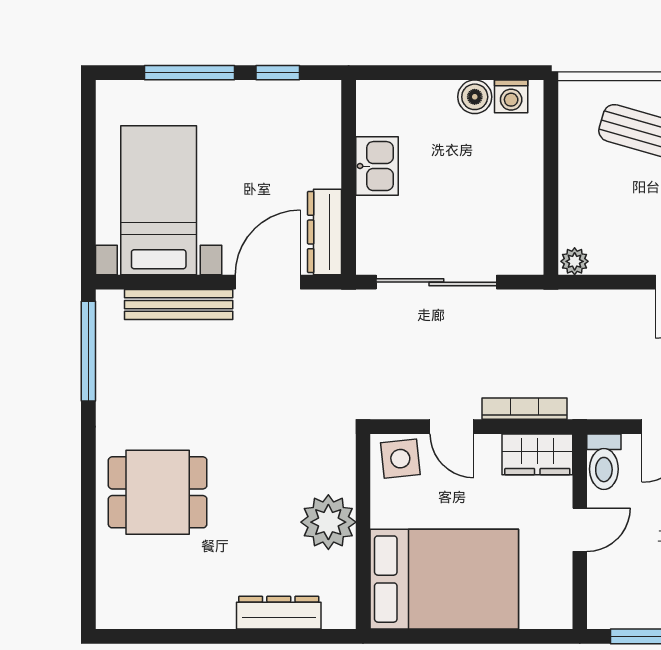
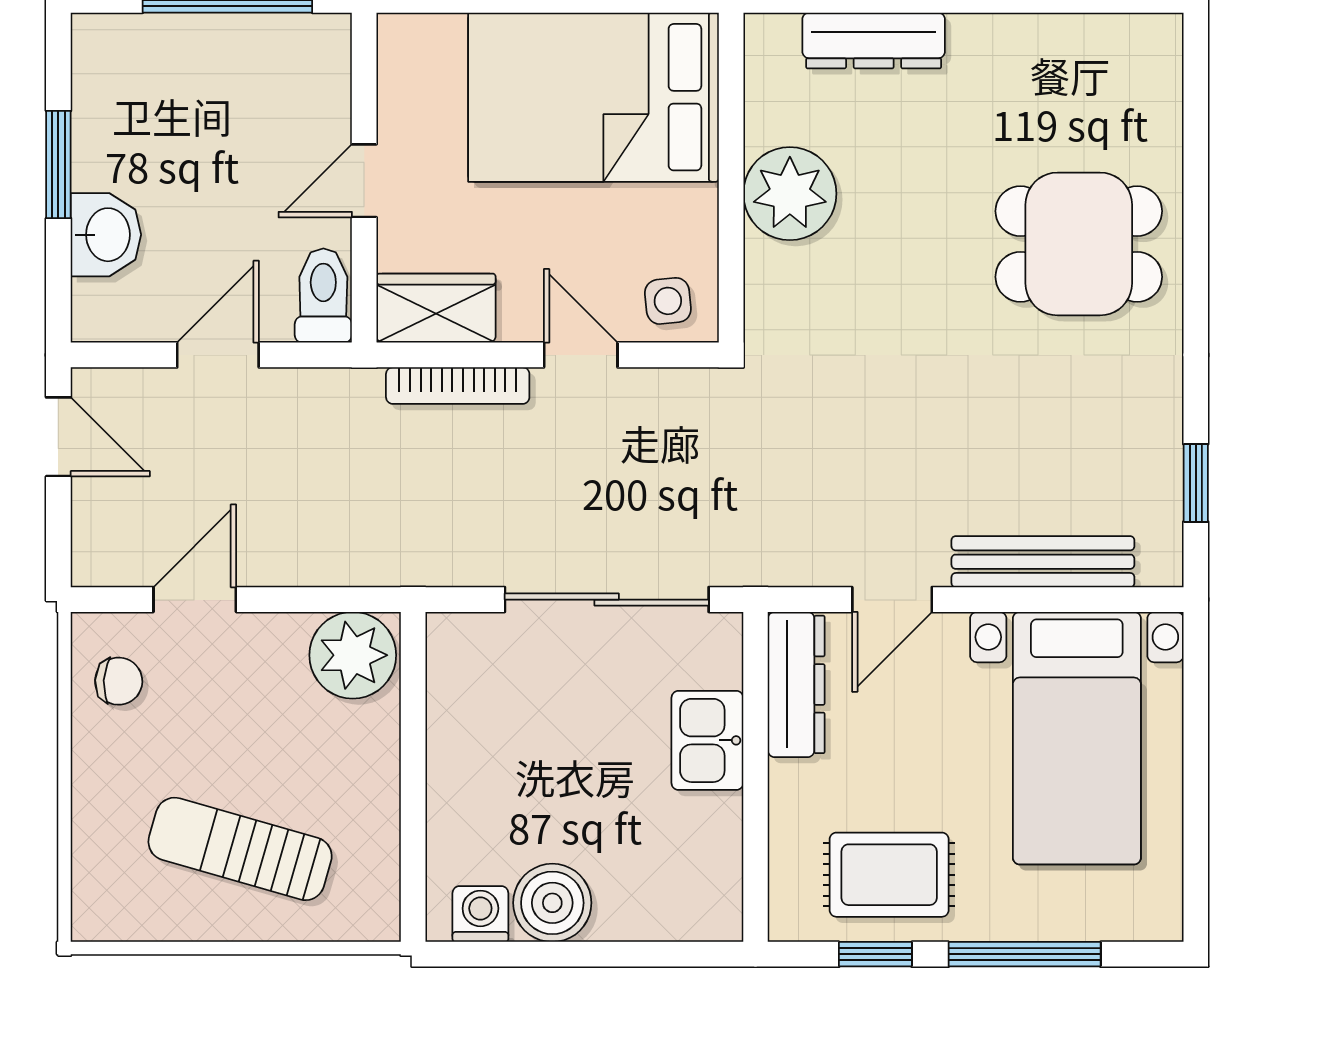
boiler: (475, 97) -> (552, 903), width x1.36, depth x1.36
rug: (270, 120) -> (889, 875), added
kitchen sink: (377, 166) -> (707, 740), moved
plant: (575, 261) -> (353, 655), width x1.87, depth x1.87
door: (268, 282) -> (892, 600), width x0.73
window: (88, 351) -> (1196, 483), width x0.46
side table: (400, 459) -> (668, 301), width x0.73, depth x0.73

